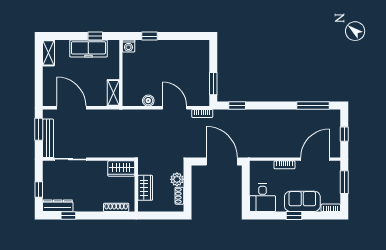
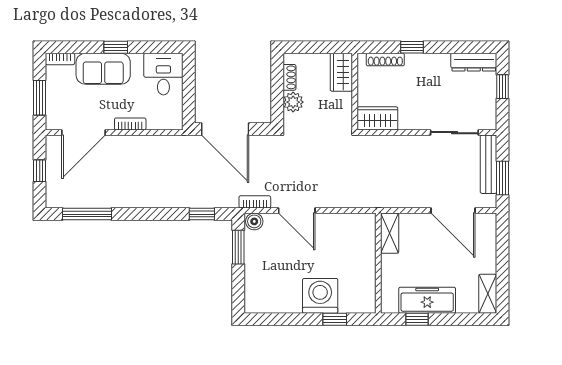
washing machine: (128, 46) -> (320, 296), moved, width x1.89, depth x1.89
boiler: (148, 101) -> (254, 221), moved
wardrobe: (145, 188) -> (341, 72), moved
window: (68, 216) -> (412, 47), moved

